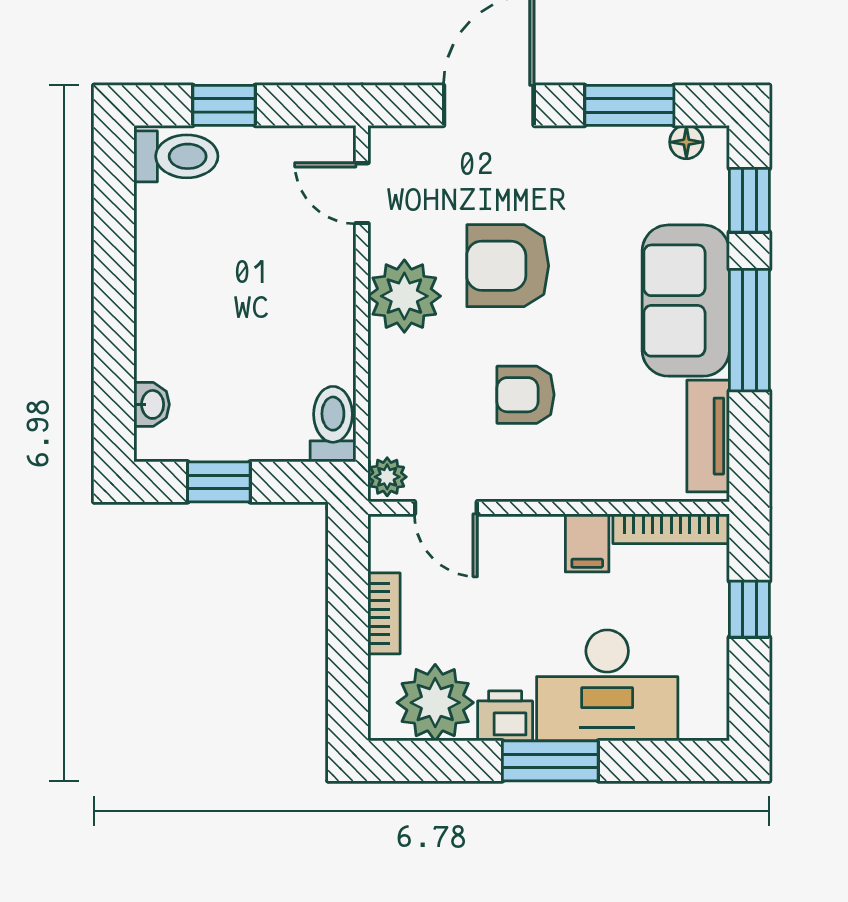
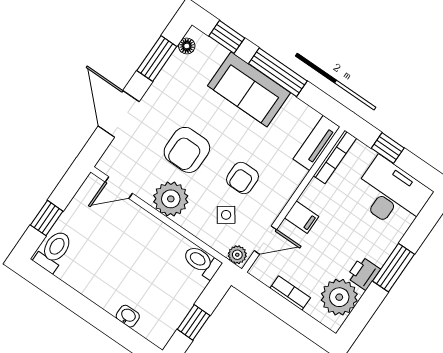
washbasin: (152, 404) -> (128, 316), moved
side table: (442, 410) -> (226, 215), added
tv unit: (708, 436) -> (317, 143), moved, turned 90
filing cabinet: (587, 543) -> (302, 217), moved
desk: (607, 685) -> (391, 194), moved, turned -90

